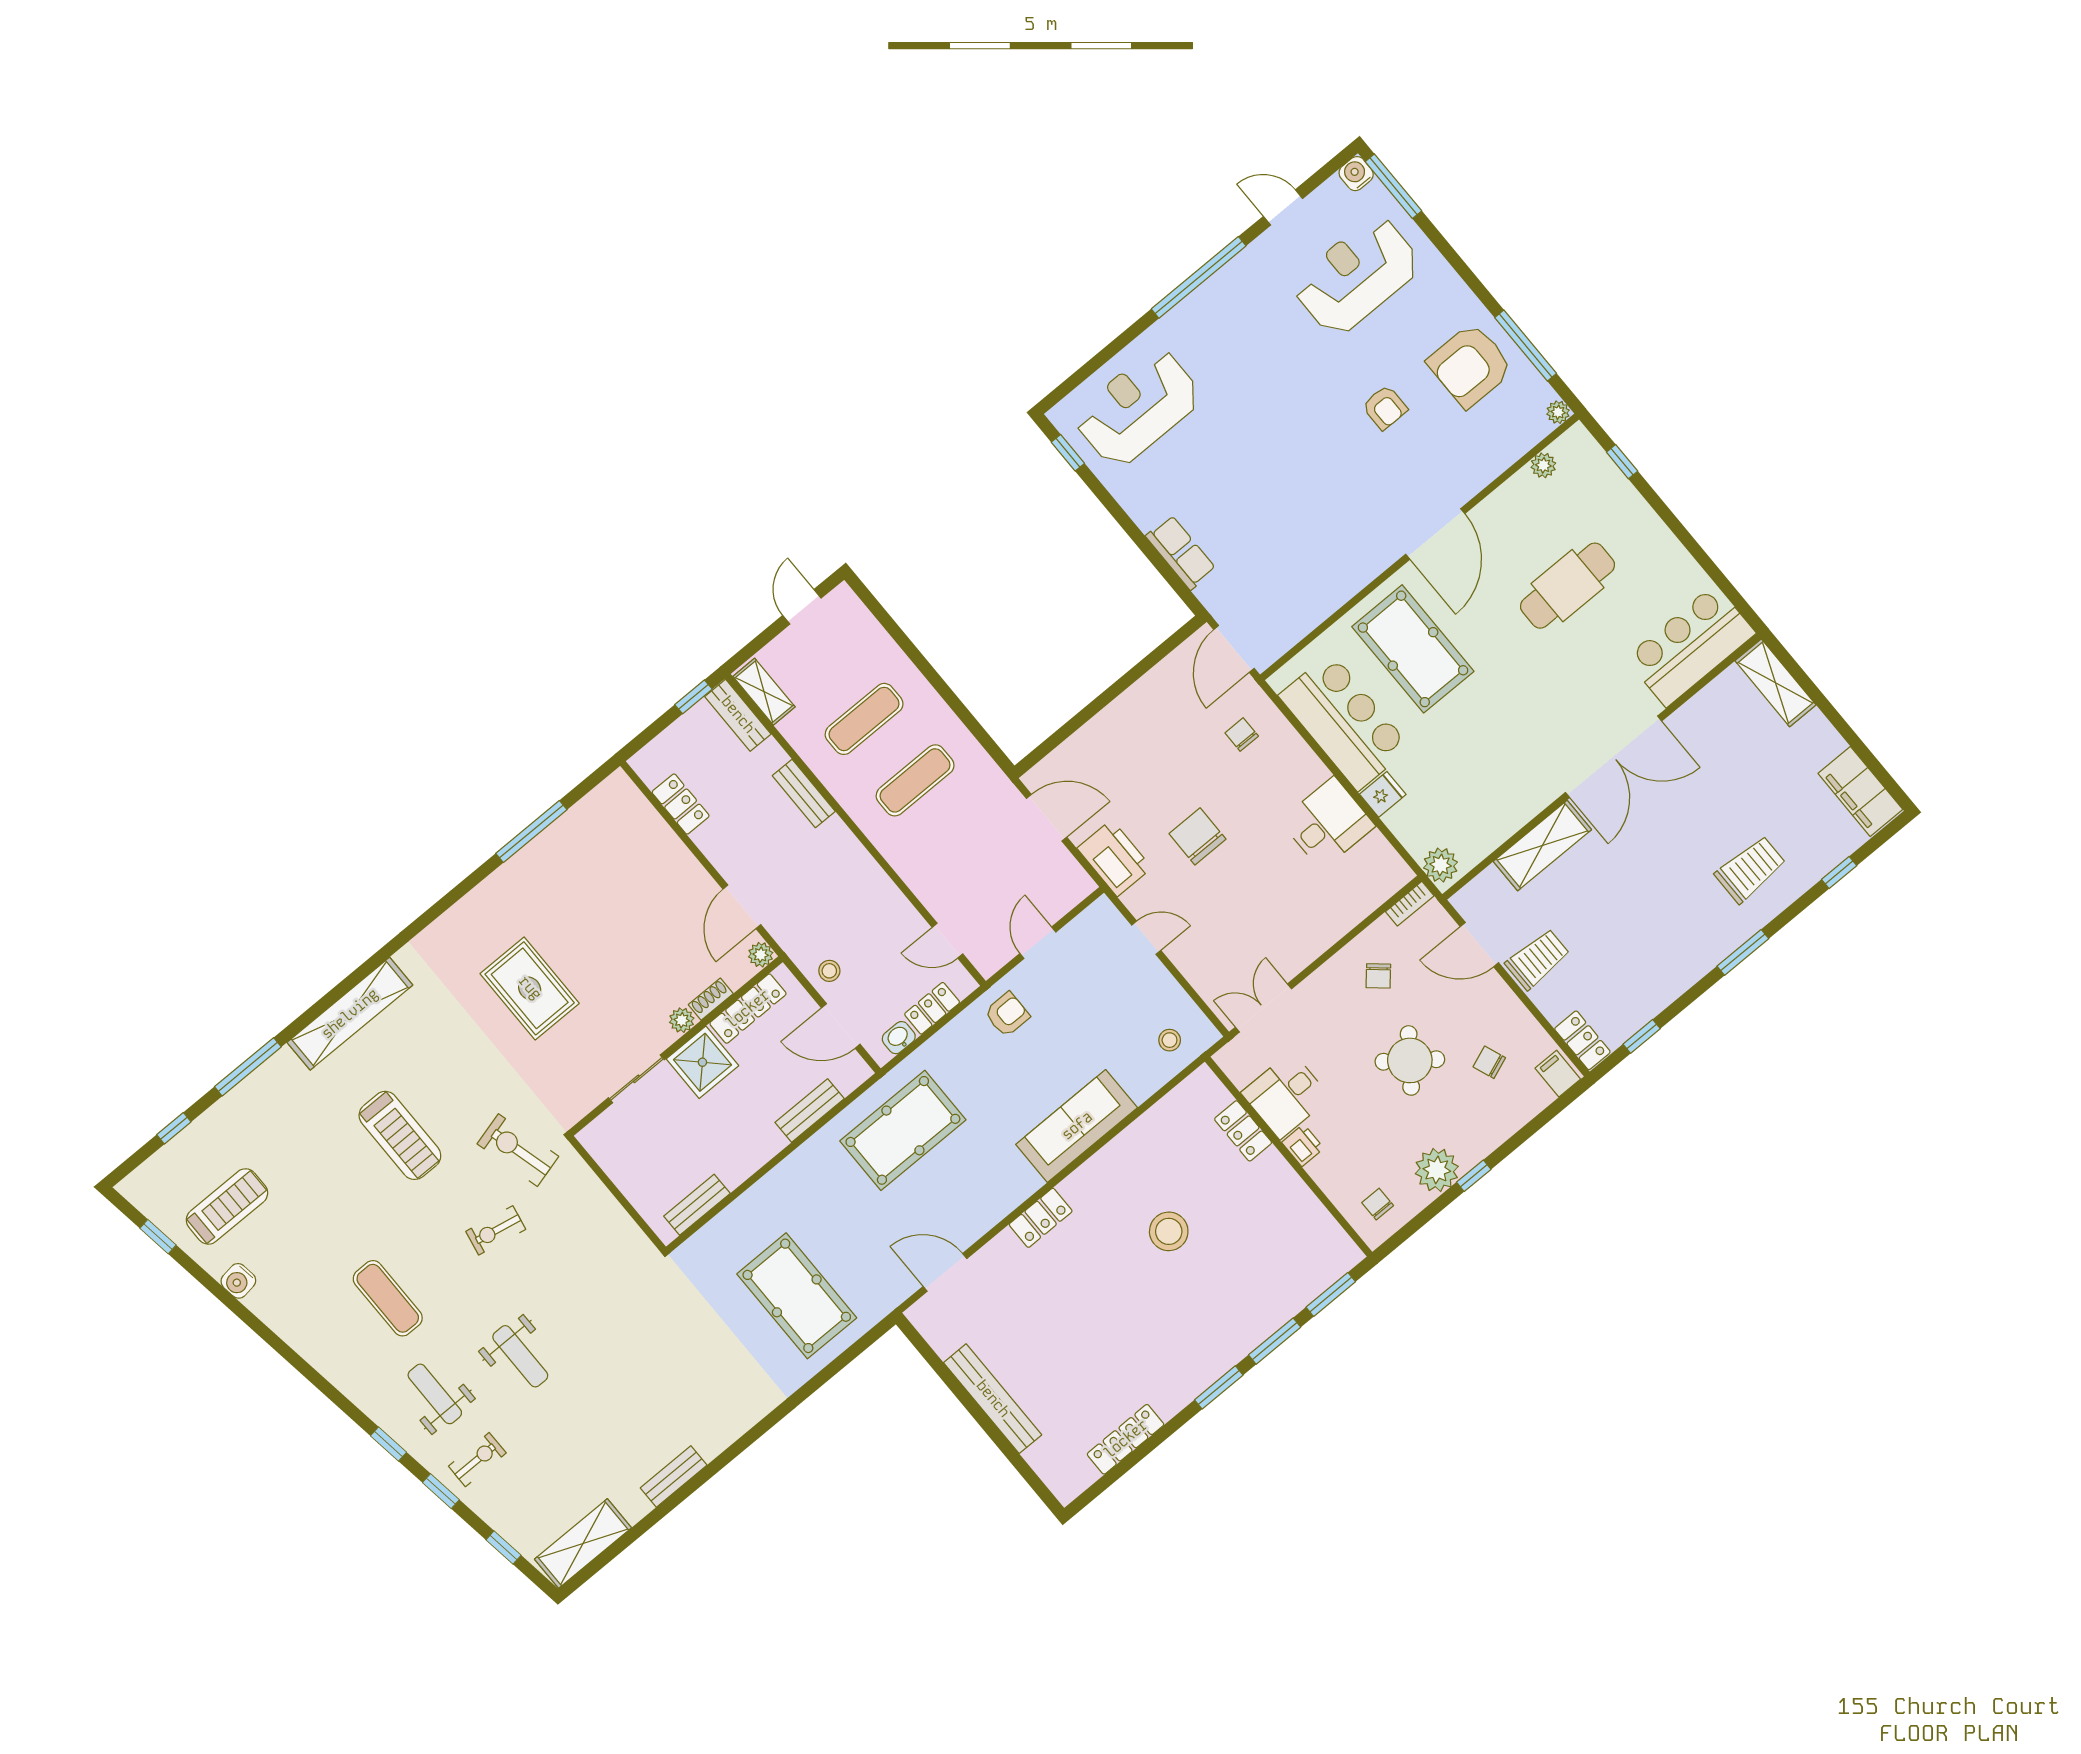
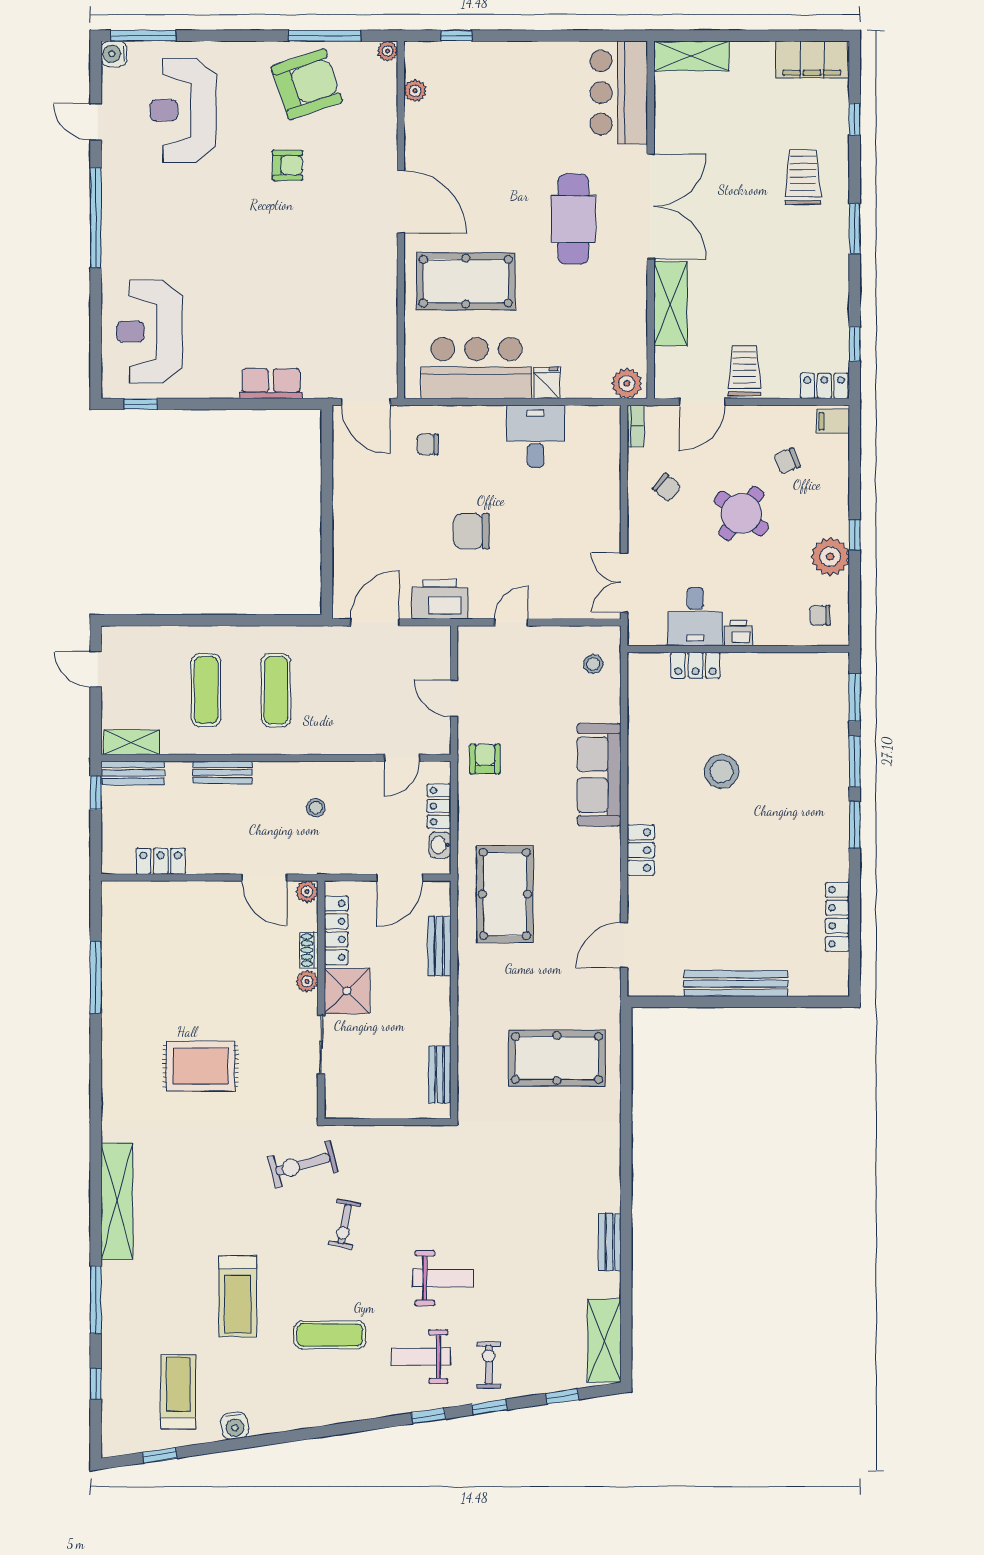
door: (1283, 207) -> (96, 122), hinge flipped
armchair: (1470, 365) -> (307, 84), turned -109
cafe table: (1567, 586) -> (573, 219), moved
stool: (829, 971) -> (316, 808), moved
treadmill: (400, 1135) -> (238, 1296), moved, turned 90

